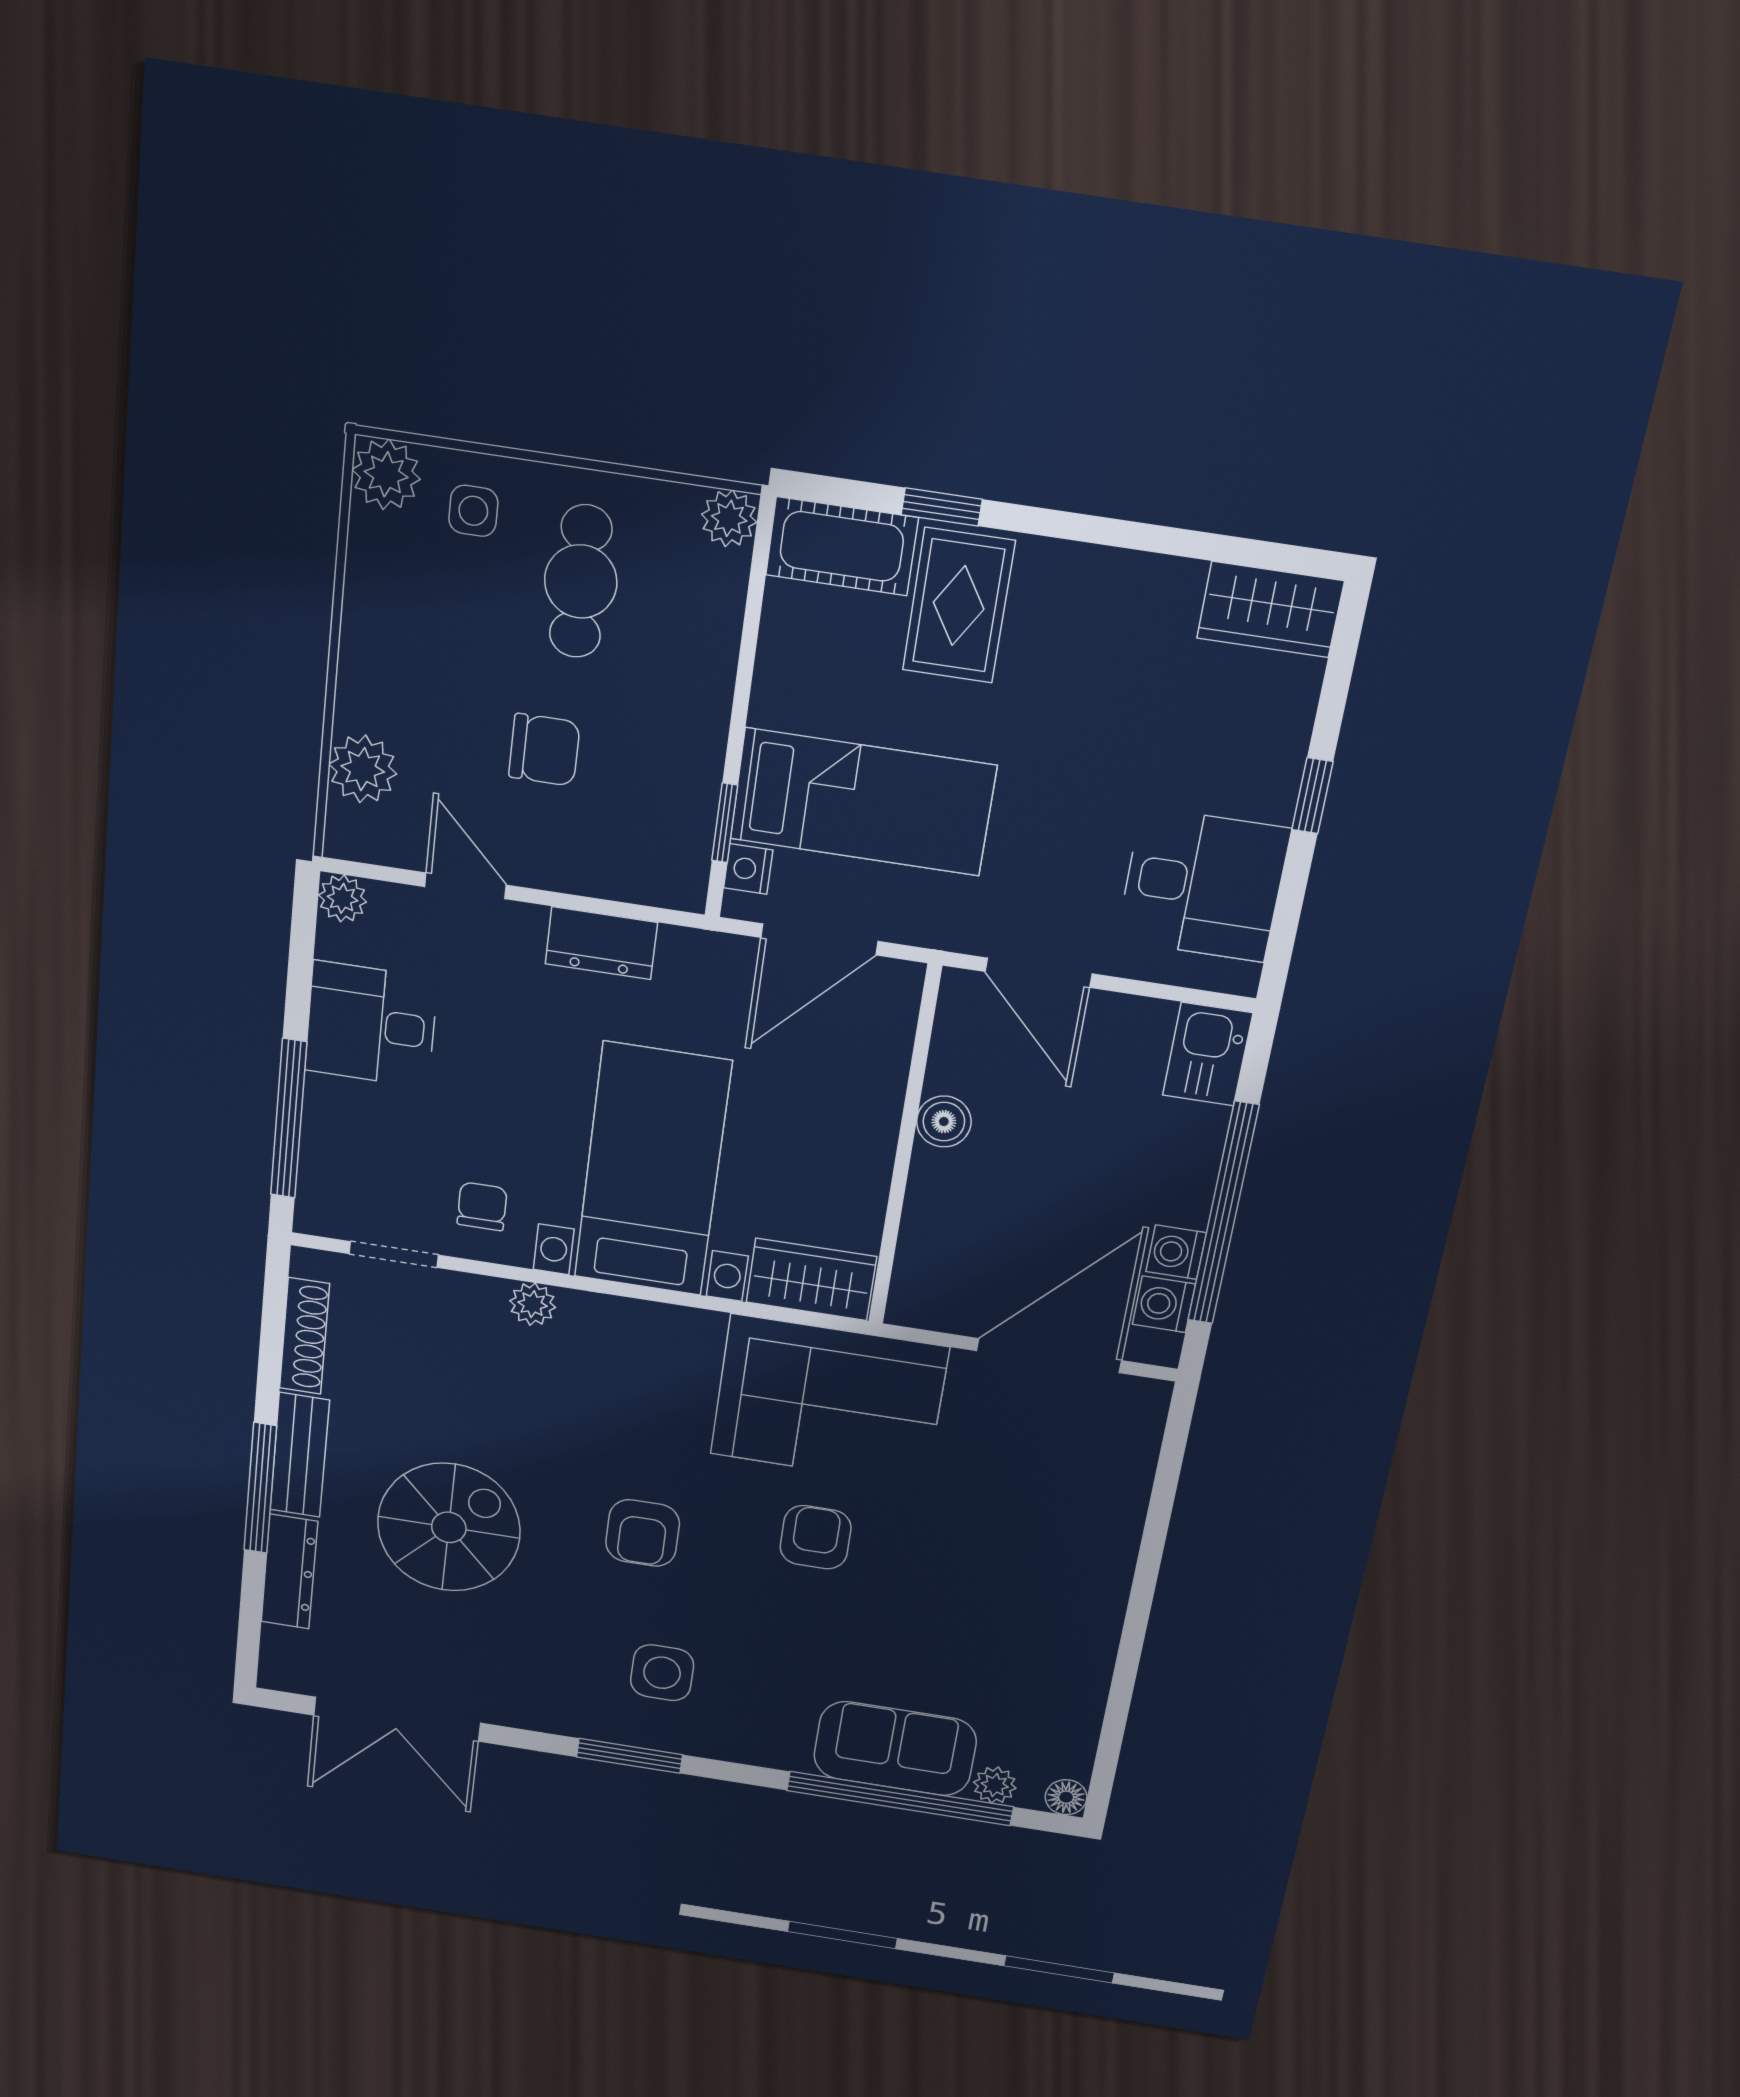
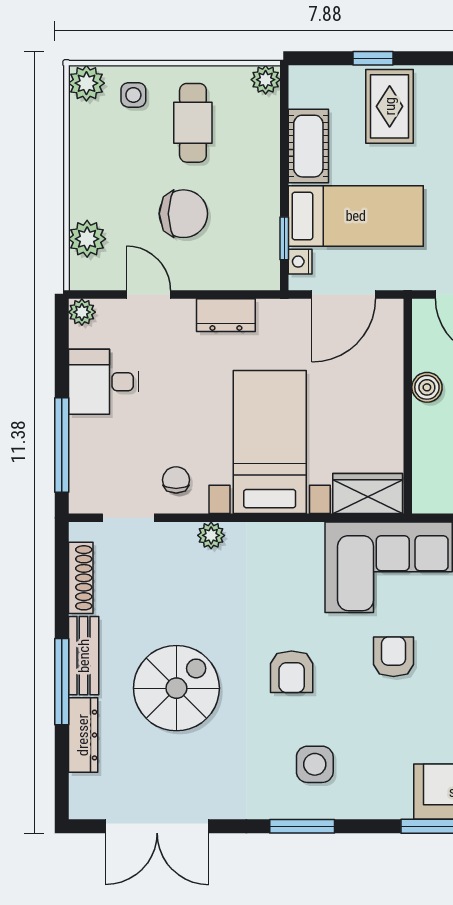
cot: (842, 546) -> (308, 146), moved, turned 90
chair: (544, 750) -> (183, 214), width x1.37, depth x1.37

